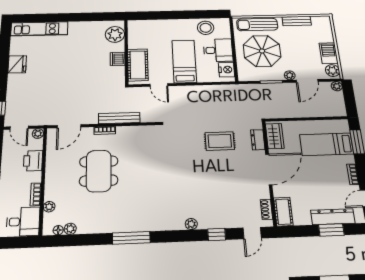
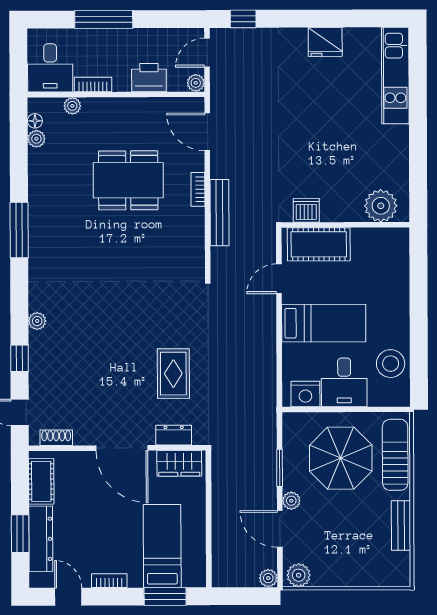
barbecue: (329, 53) -> (333, 573), removed
dishwasher: (118, 59) -> (306, 210), moved
cot: (283, 212) -> (41, 481), moved, turned 90

